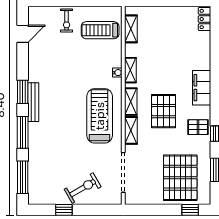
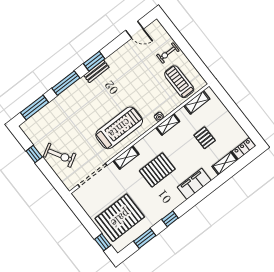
bench: (33, 102) -> (96, 71), width x0.73
shelving: (131, 102) -> (225, 163), moved
pallet: (198, 127) -> (205, 138), moved

